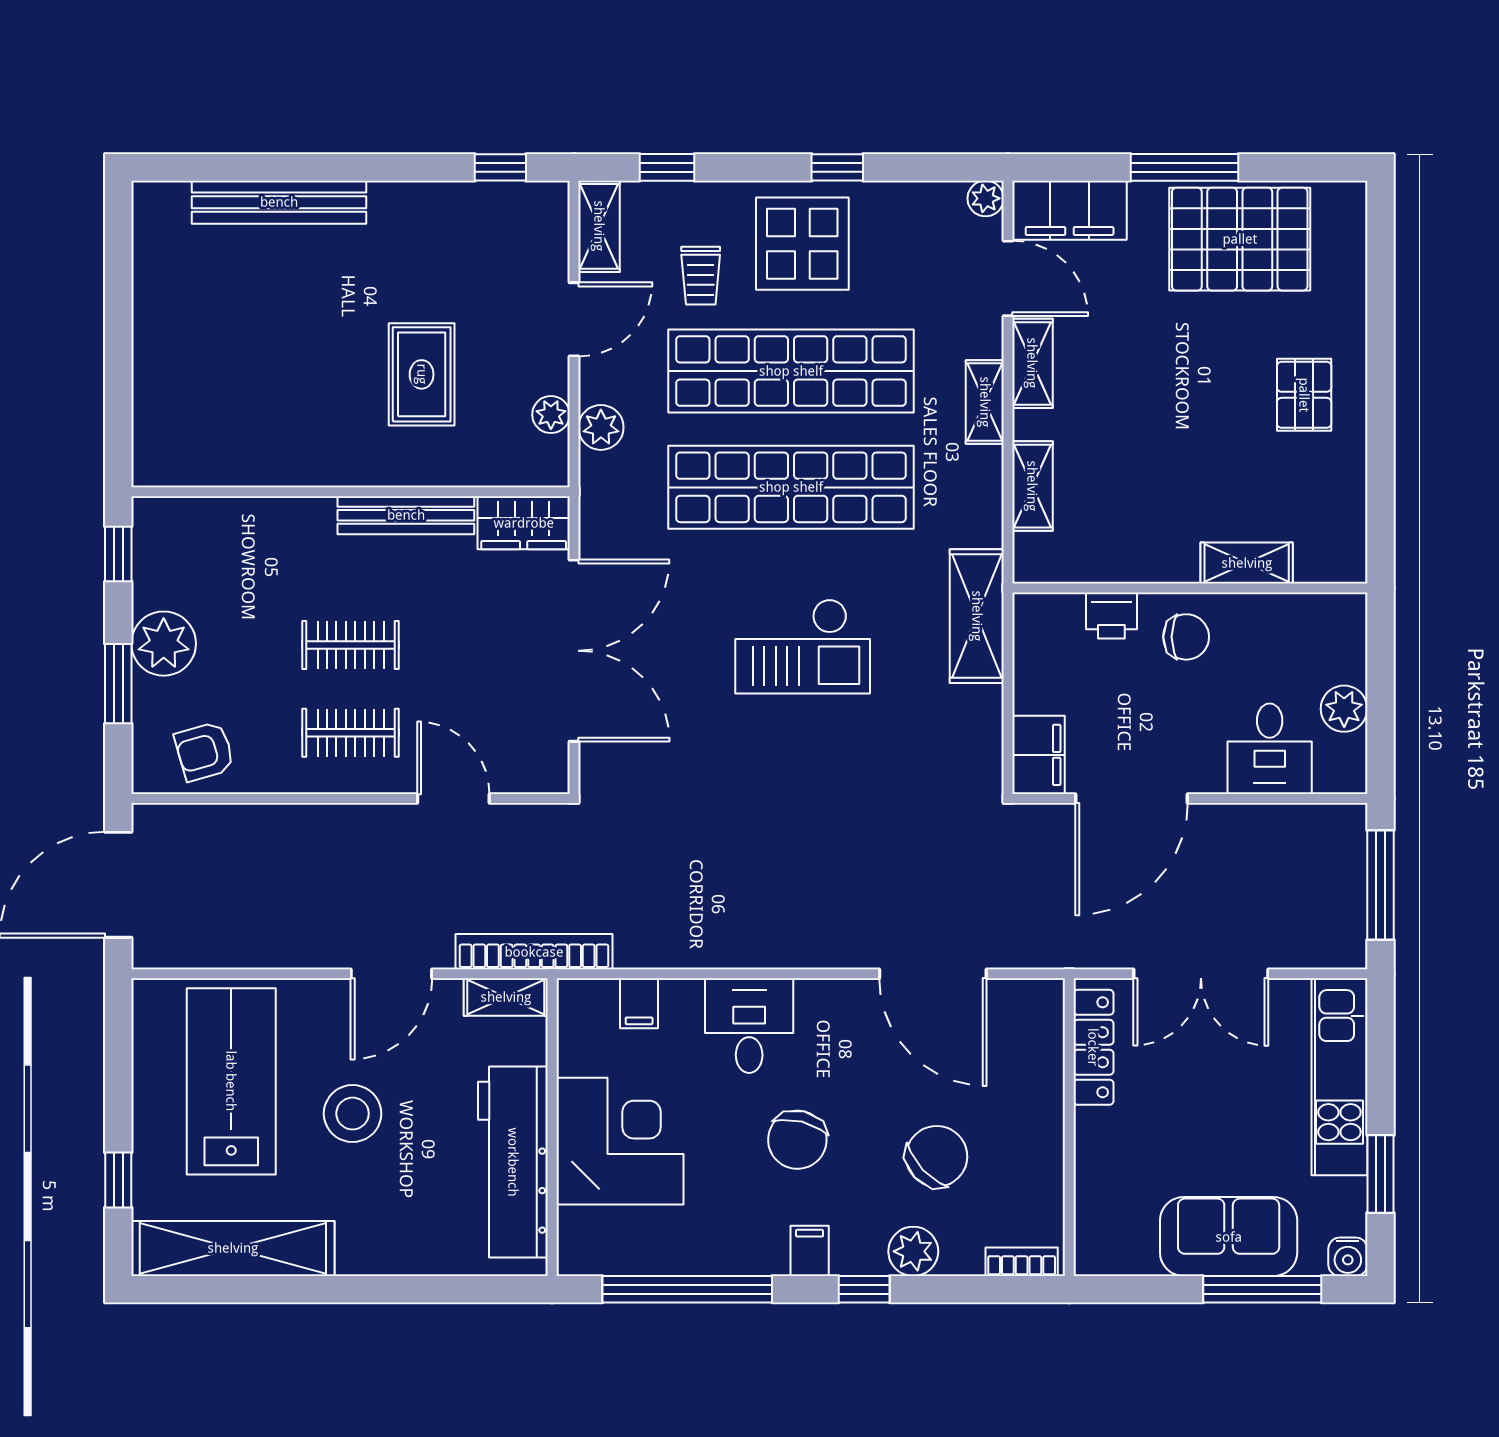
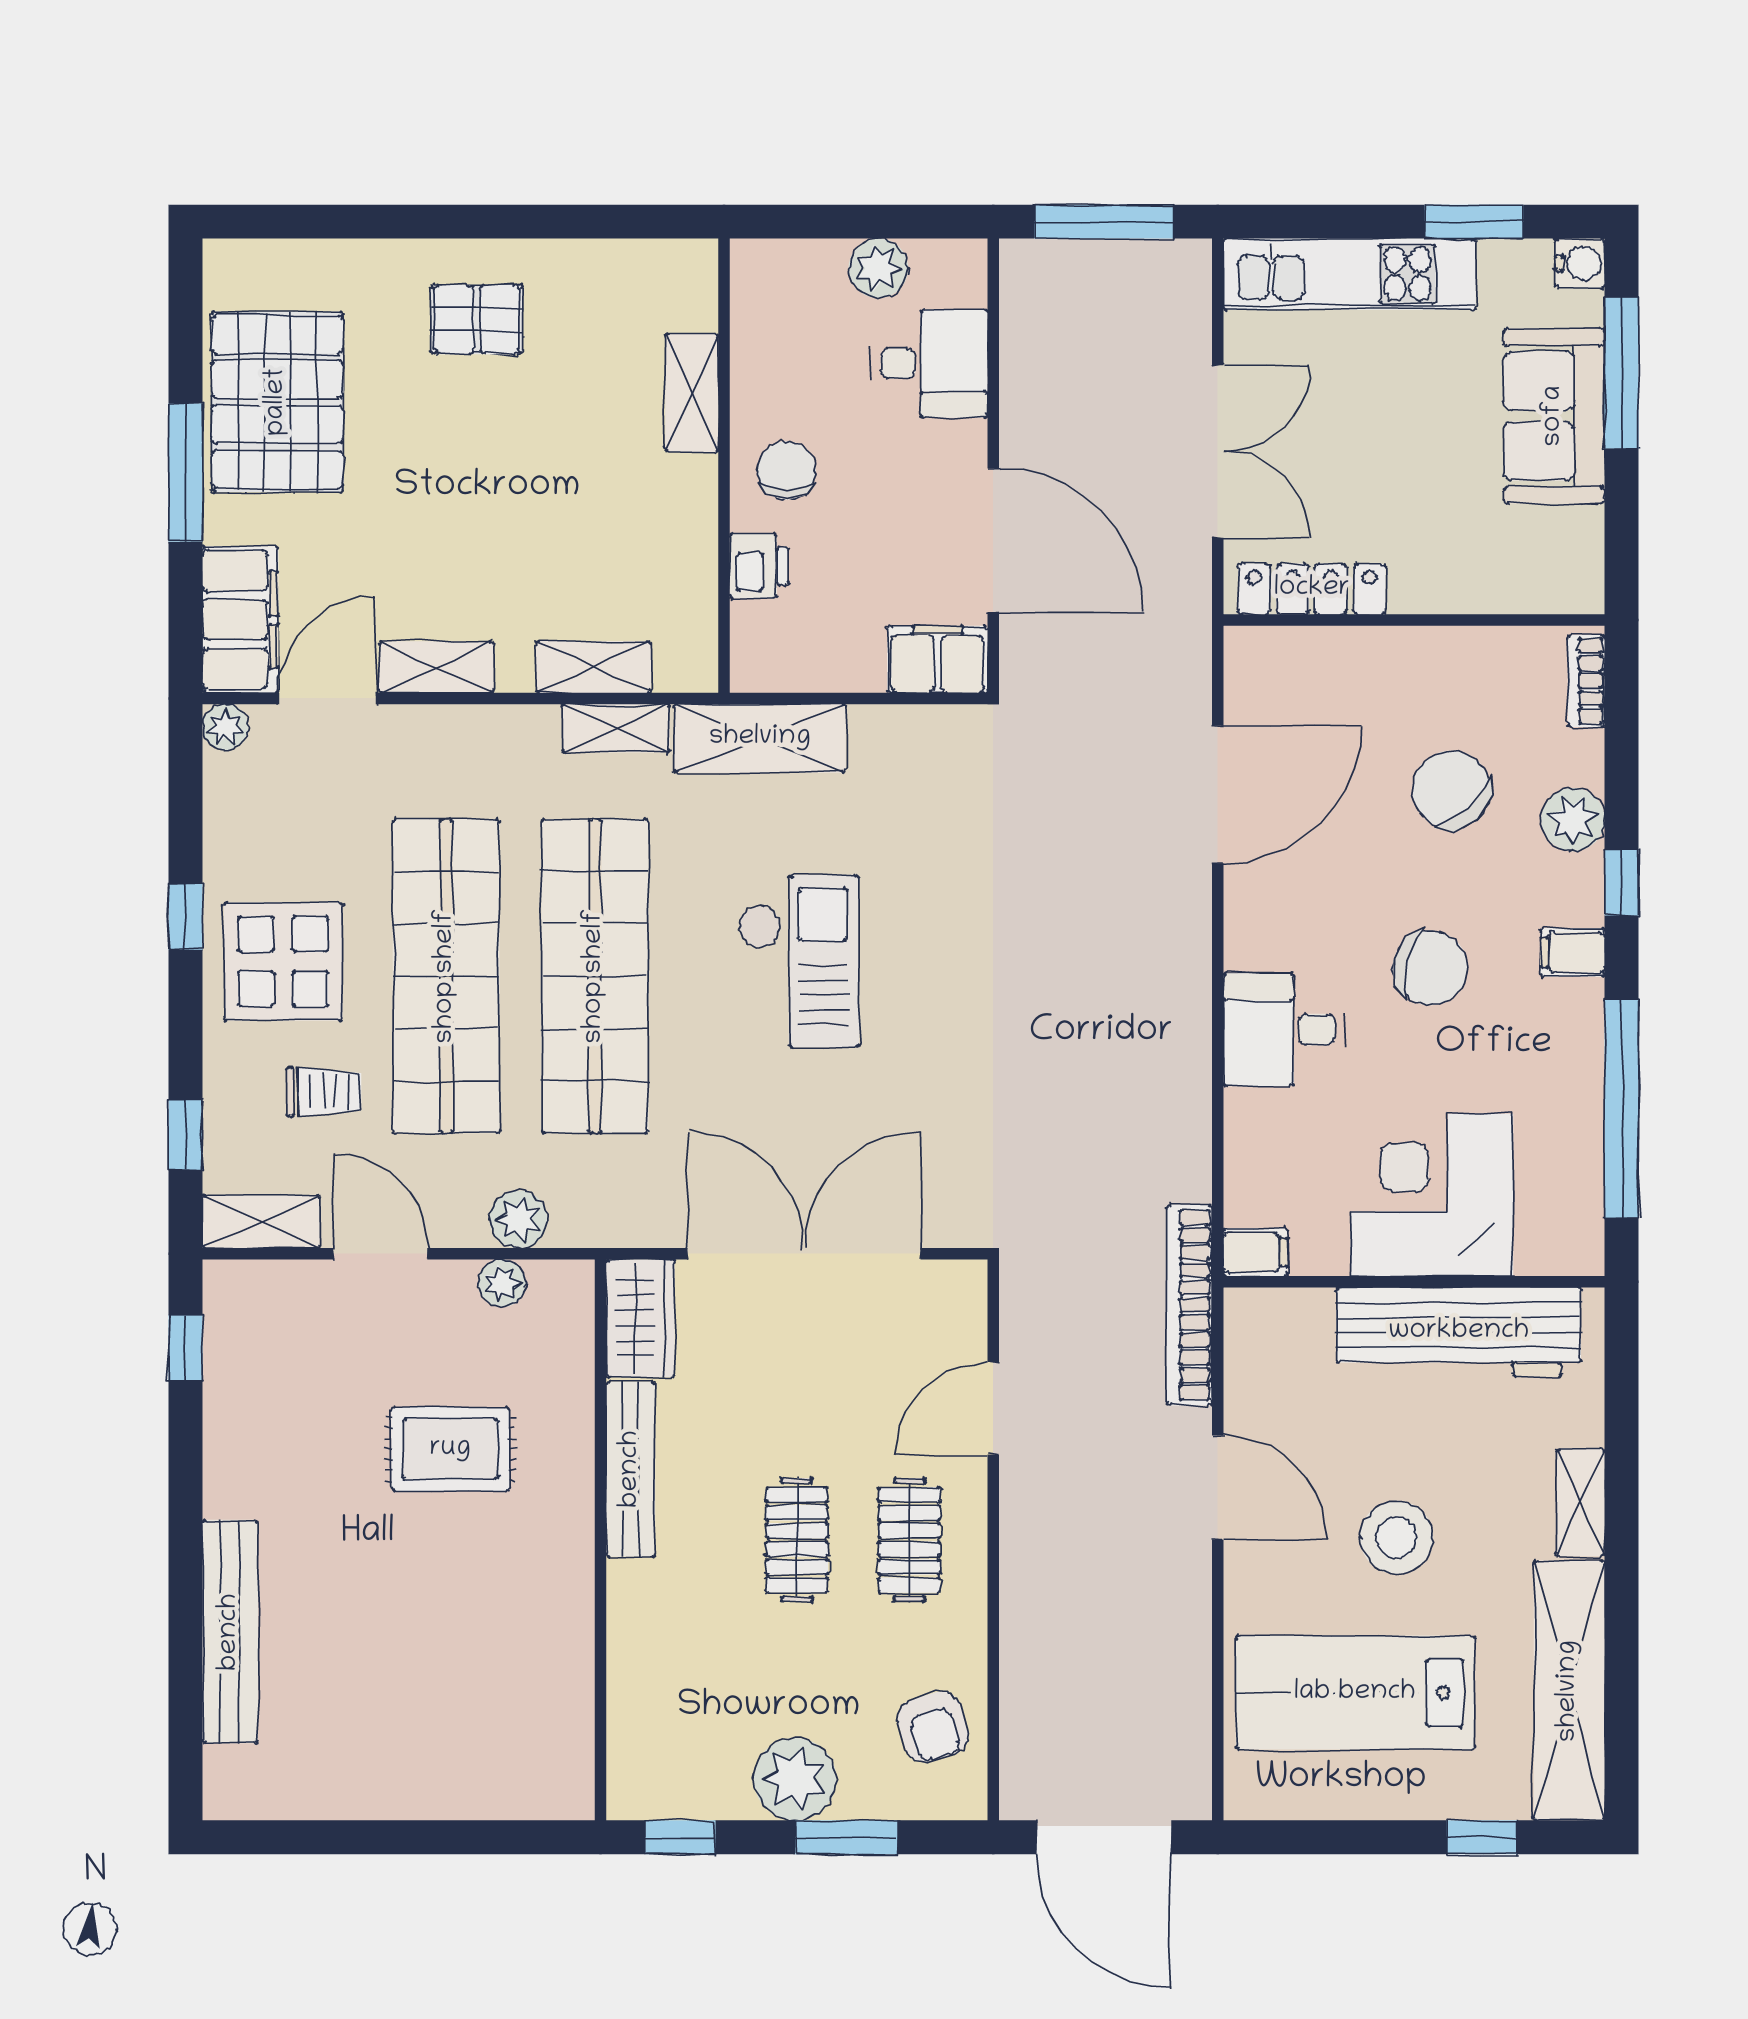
shelving: (985, 402) -> (616, 728), moved
shelving: (506, 997) -> (1581, 1502), moved
filing cabinet: (639, 1003) -> (1255, 1252), moved

